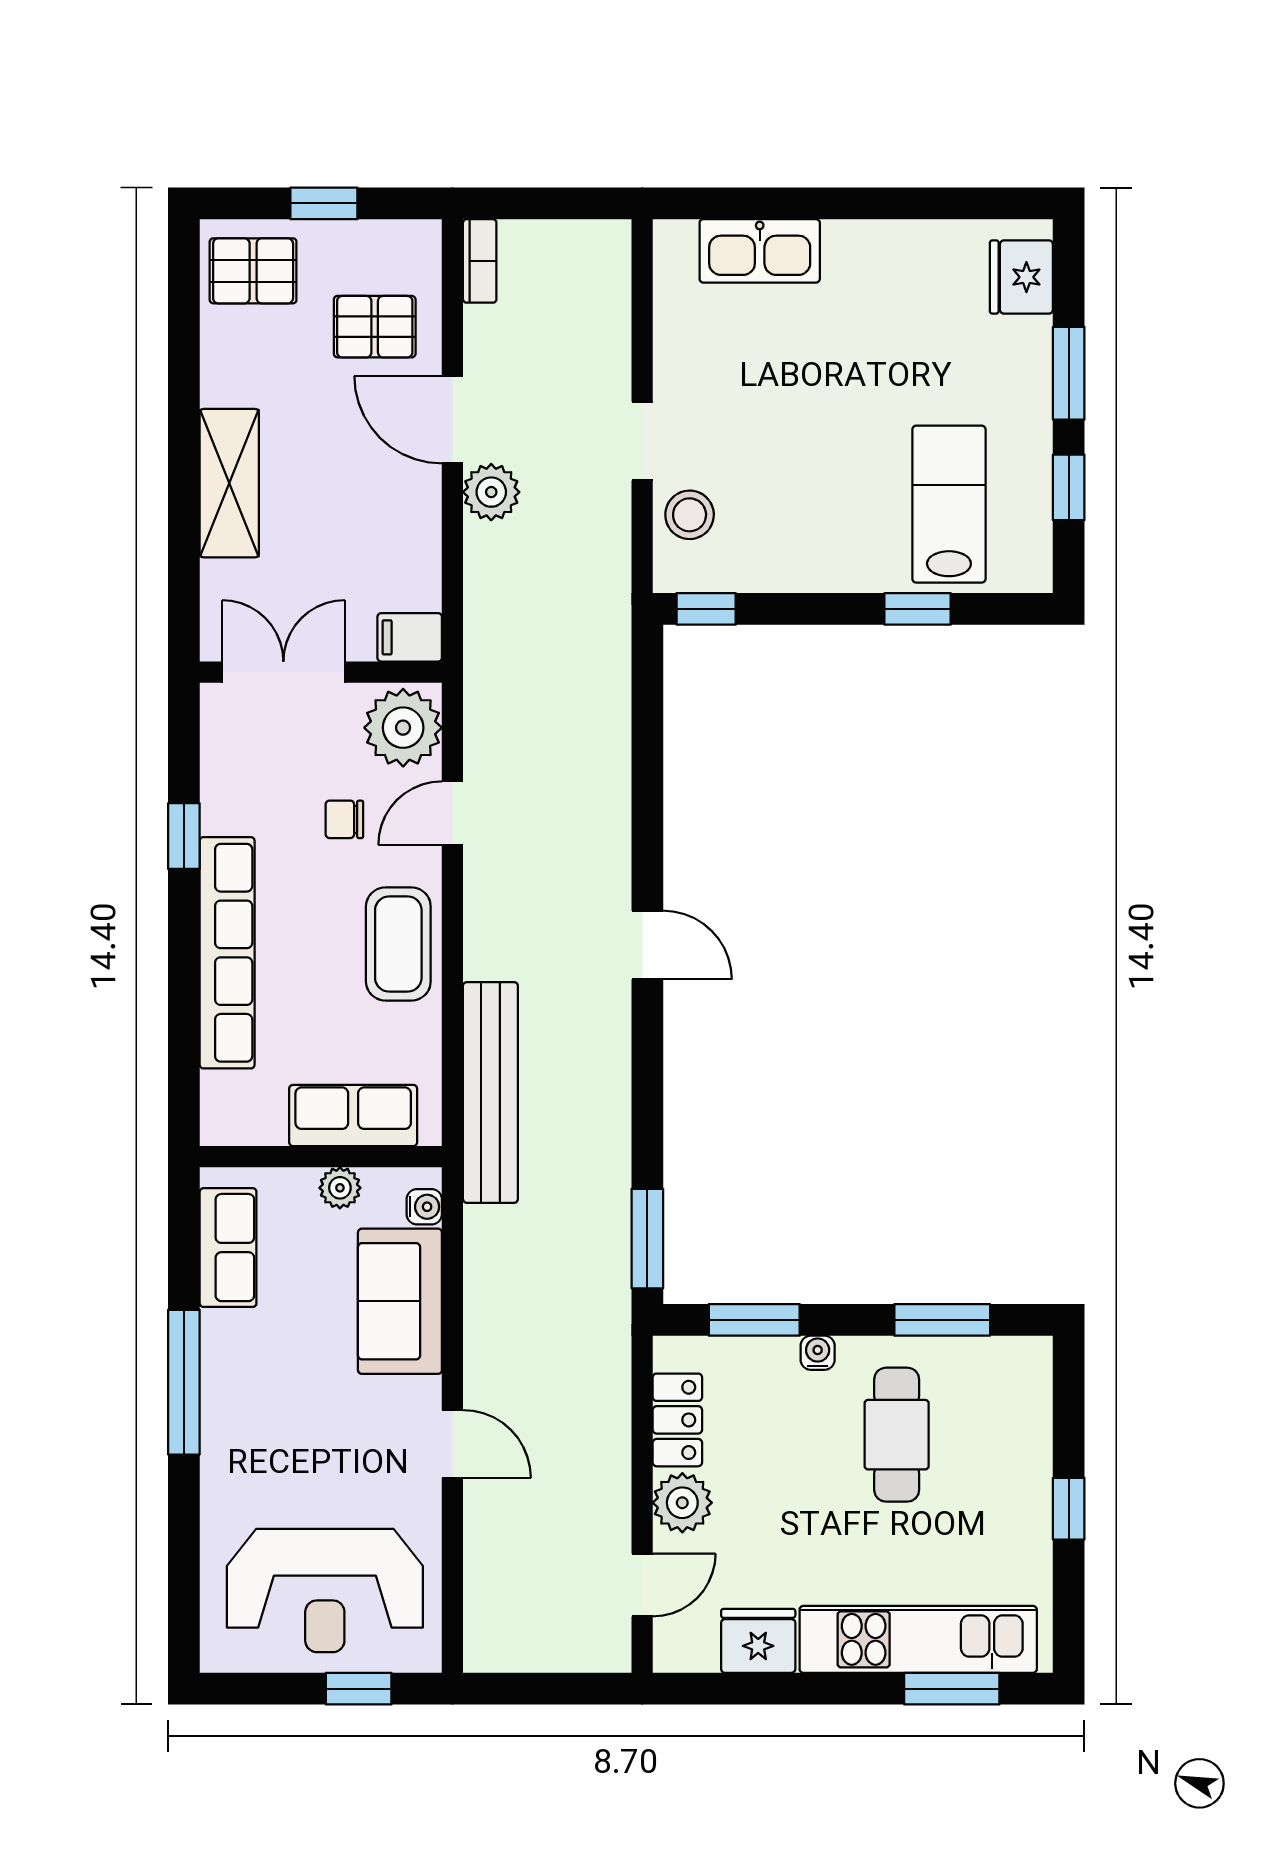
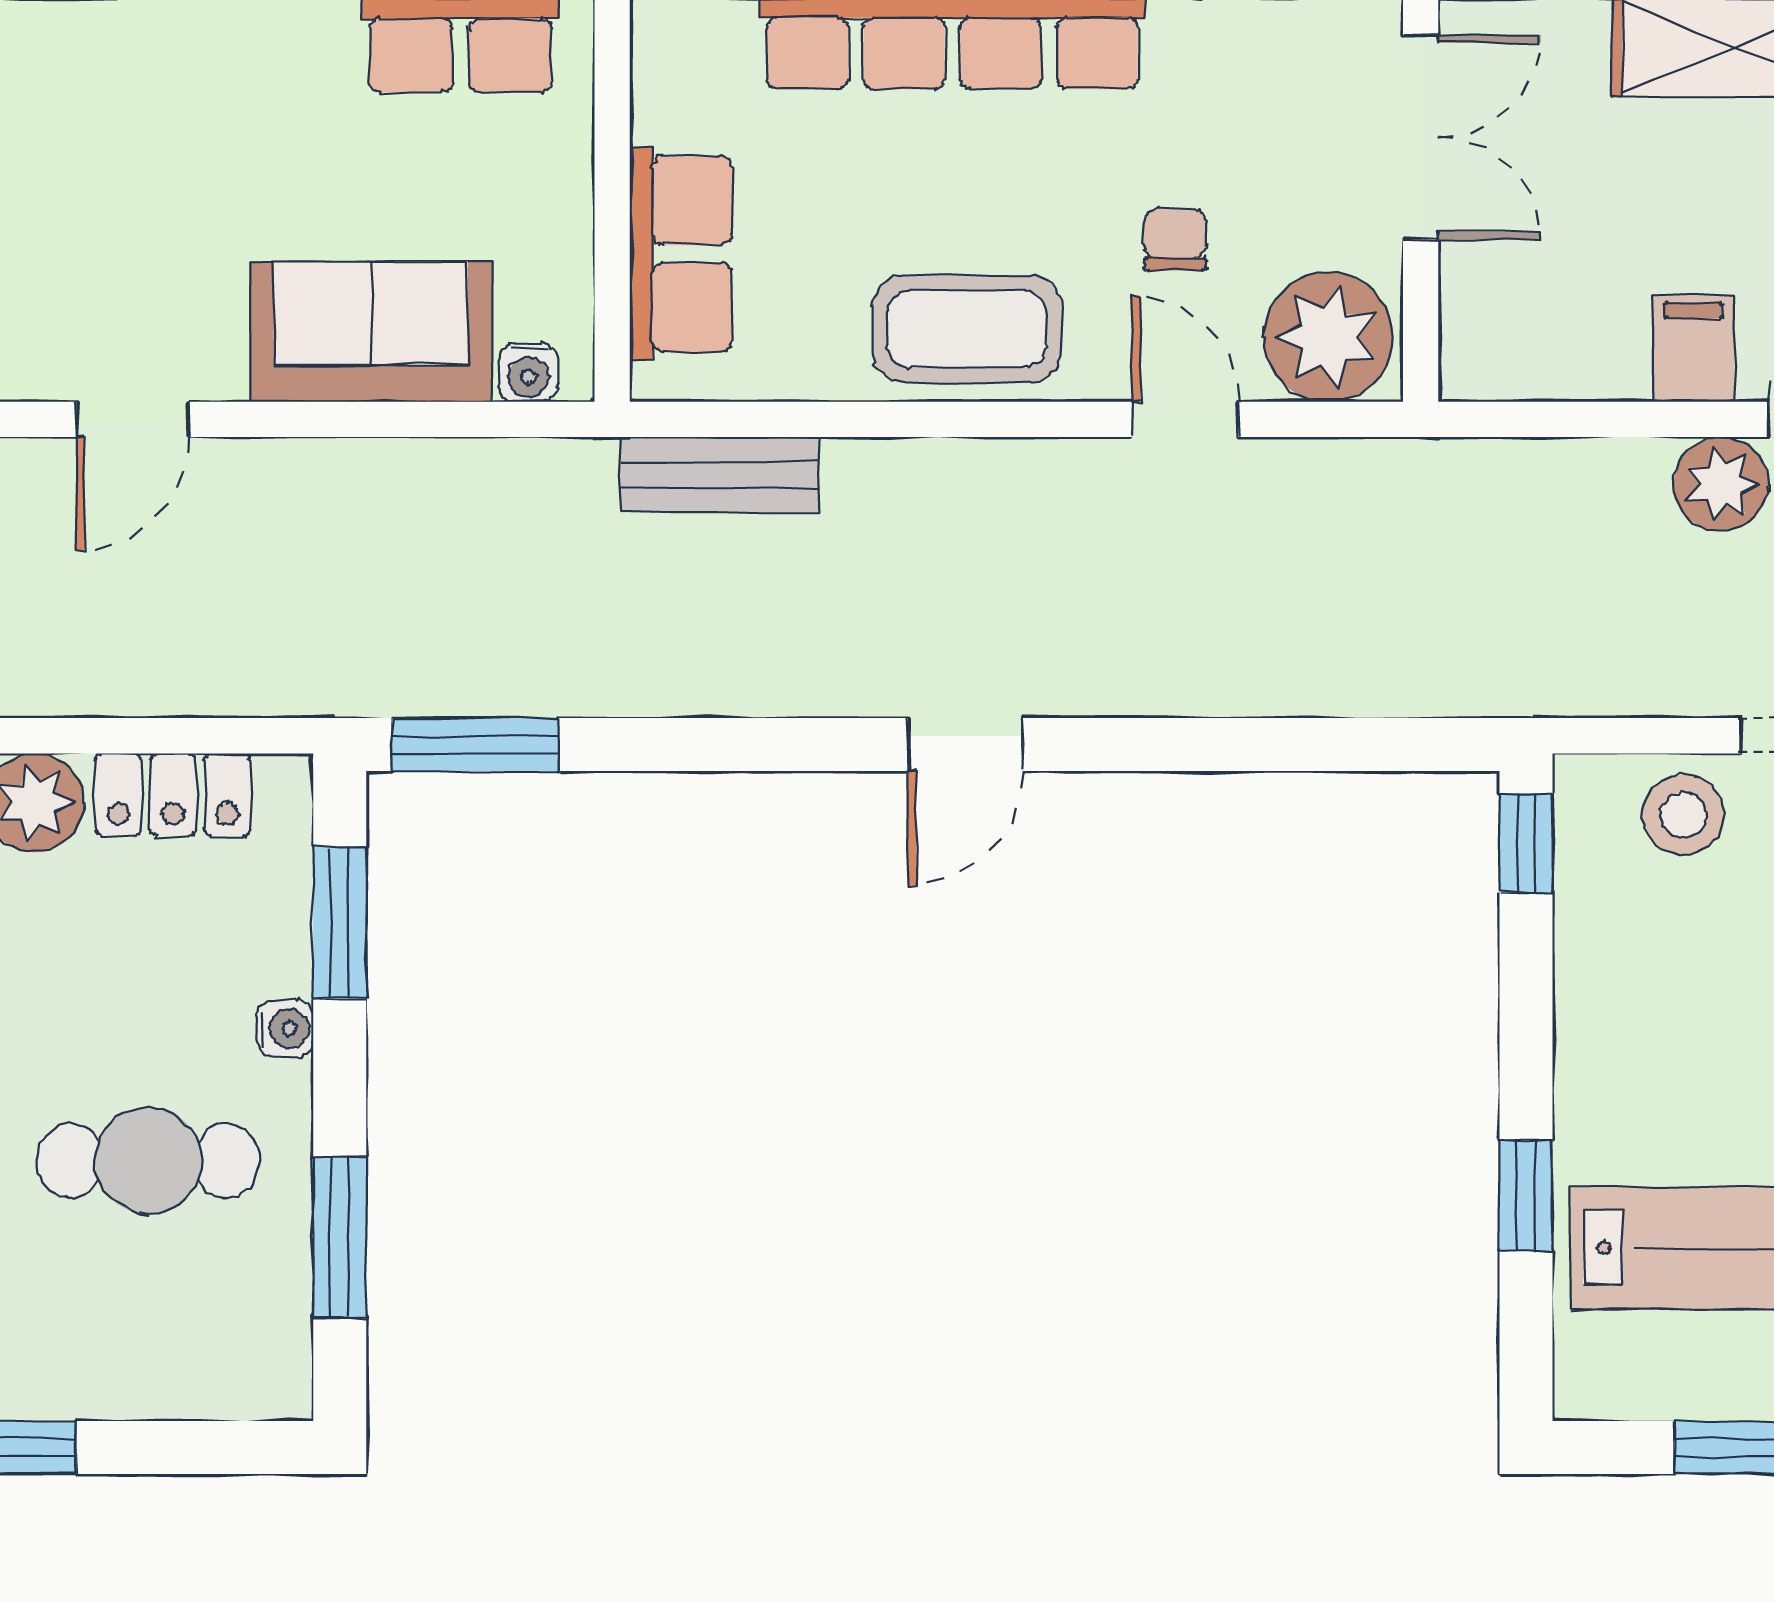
filing cabinet: (410, 637) -> (1694, 348), moved
bench: (490, 1092) -> (719, 475), width x0.54, depth x0.82
plant: (340, 1188) -> (560, 232), removed

